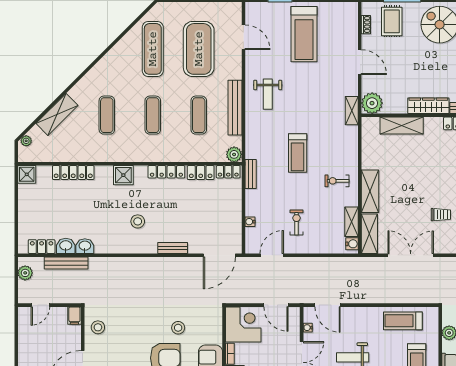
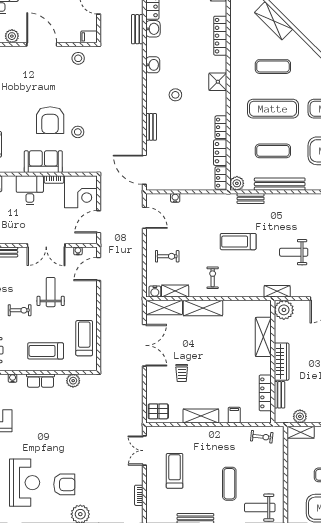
weight bench: (268, 94) -> (294, 252), moved
exercise mat: (153, 115) -> (273, 109), width x1.36, depth x1.45
locker: (166, 172) -> (221, 127), width x0.66
bench: (251, 174) -> (251, 199), moved
exercise bike: (297, 223) -> (167, 256), moved
washbasin: (85, 246) -> (153, 65), moved
bench: (66, 263) -> (137, 29), width x0.73

